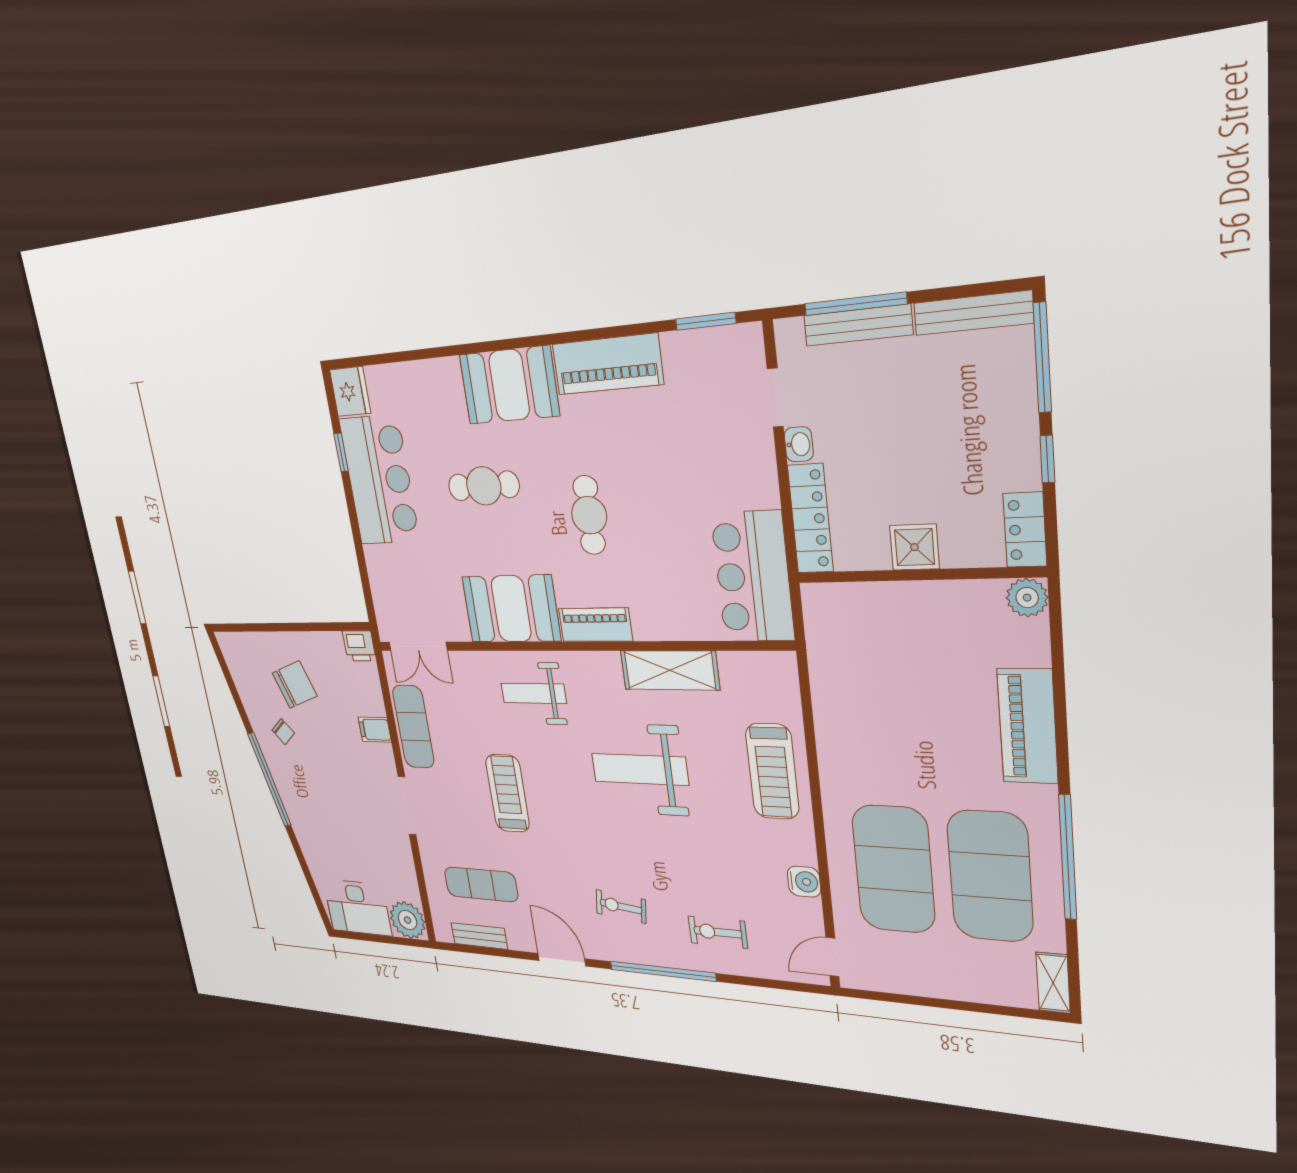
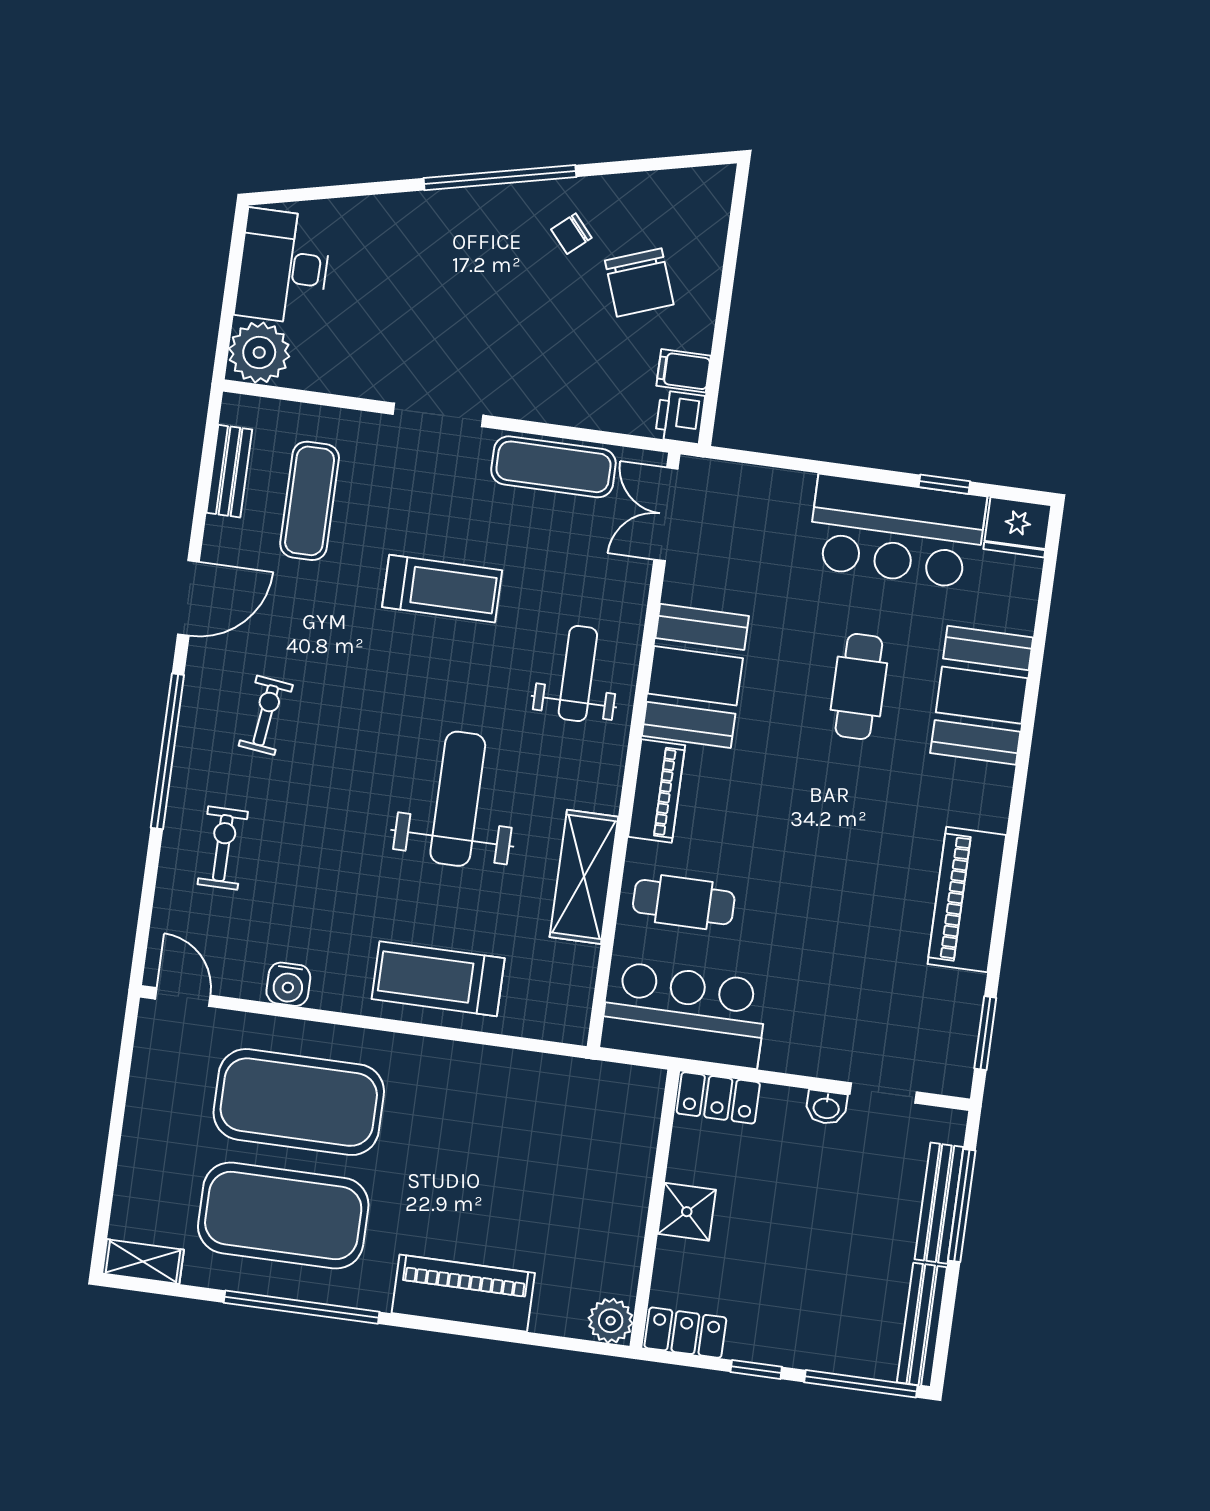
booth: (509, 385) -> (982, 695), moved
cafe table: (589, 515) -> (684, 902), moved
locker: (810, 519) -> (718, 1098), width x0.66
filing cabinet: (375, 730) -> (684, 371), moved, turned -90

